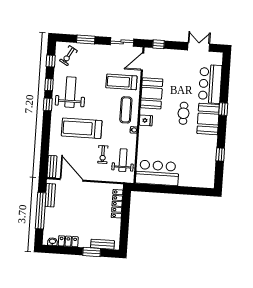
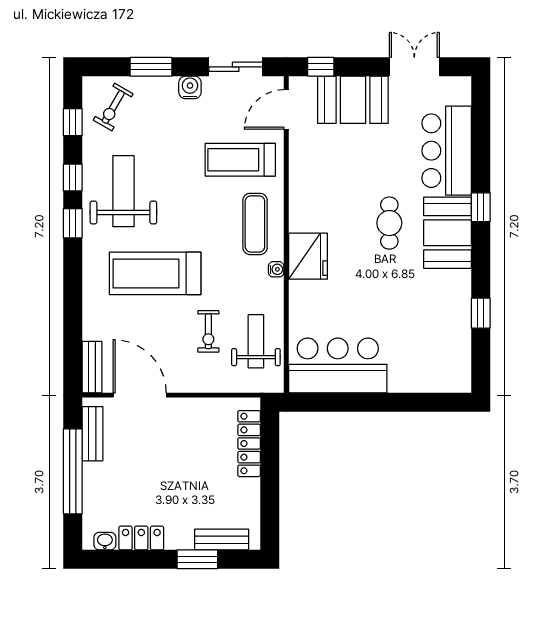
water cooler: (102, 49) -> (190, 87), added
booth: (152, 93) -> (353, 100), moved, turned 90
fridge: (146, 120) -> (308, 256), width x1.88, depth x1.34

